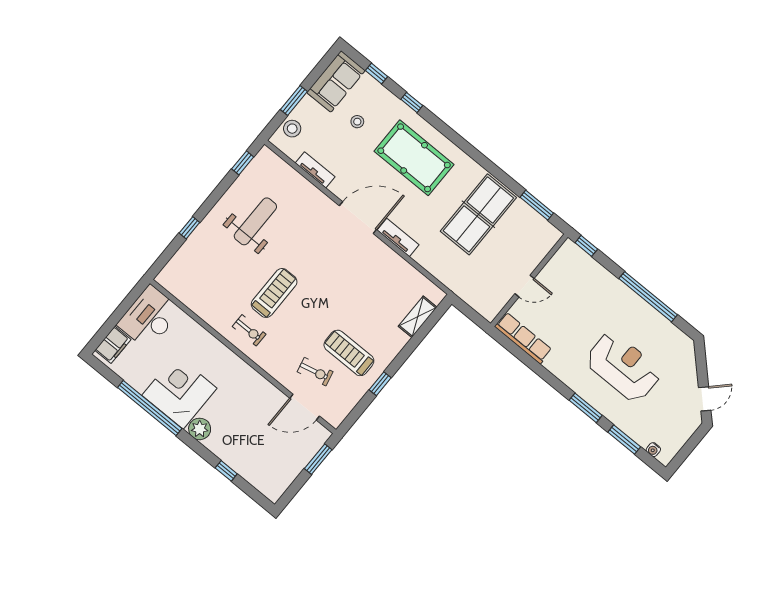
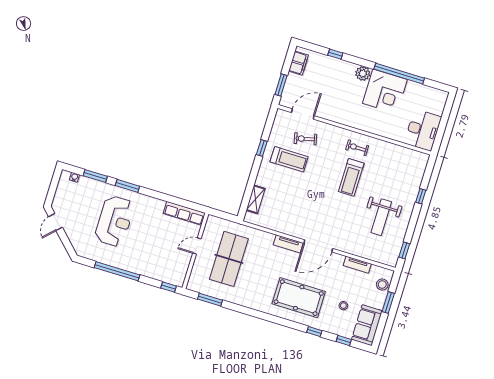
table tennis table: (478, 214) -> (229, 259), moved
filing cabinet: (113, 345) -> (298, 63), moved, turned 180
reception desk: (623, 367) -> (114, 221), turned -90

